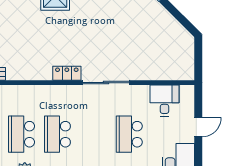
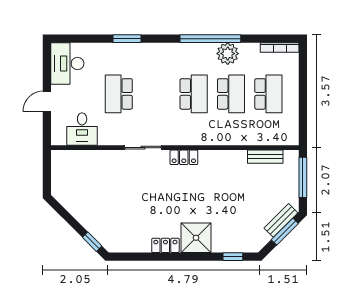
sliding door: (106, 83) -> (143, 148), width x0.73
school desk: (129, 134) -> (119, 94), turned 180

